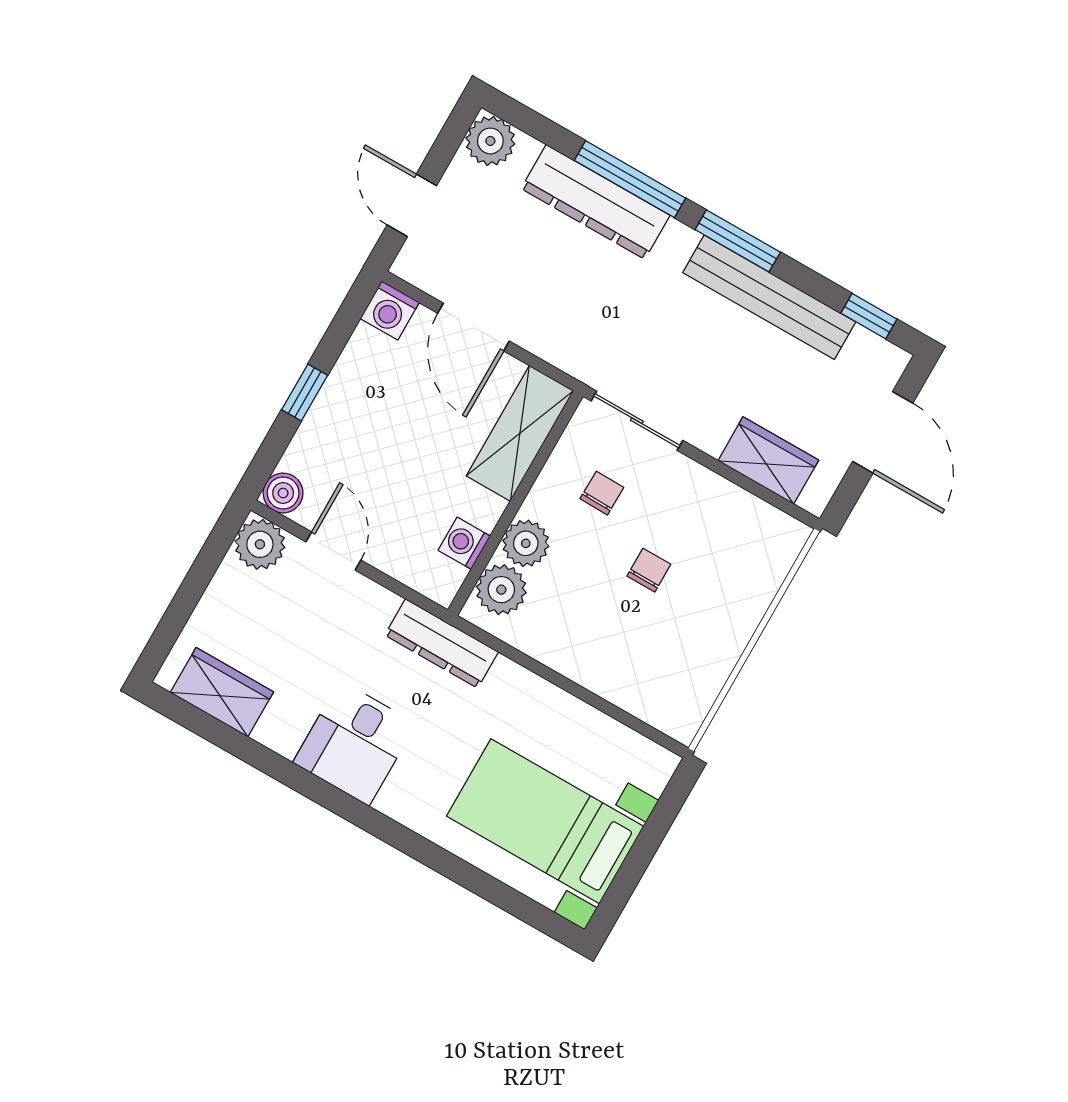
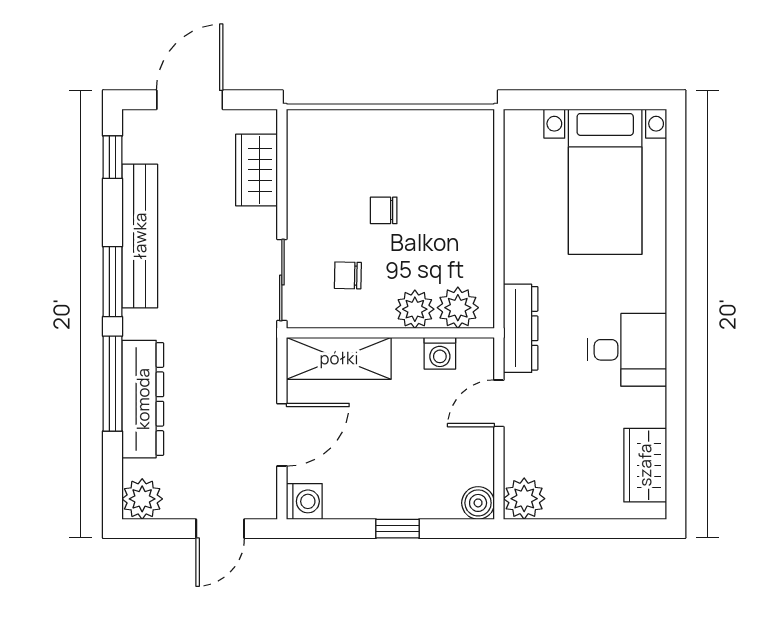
door: (333, 551) -> (499, 403), moved

